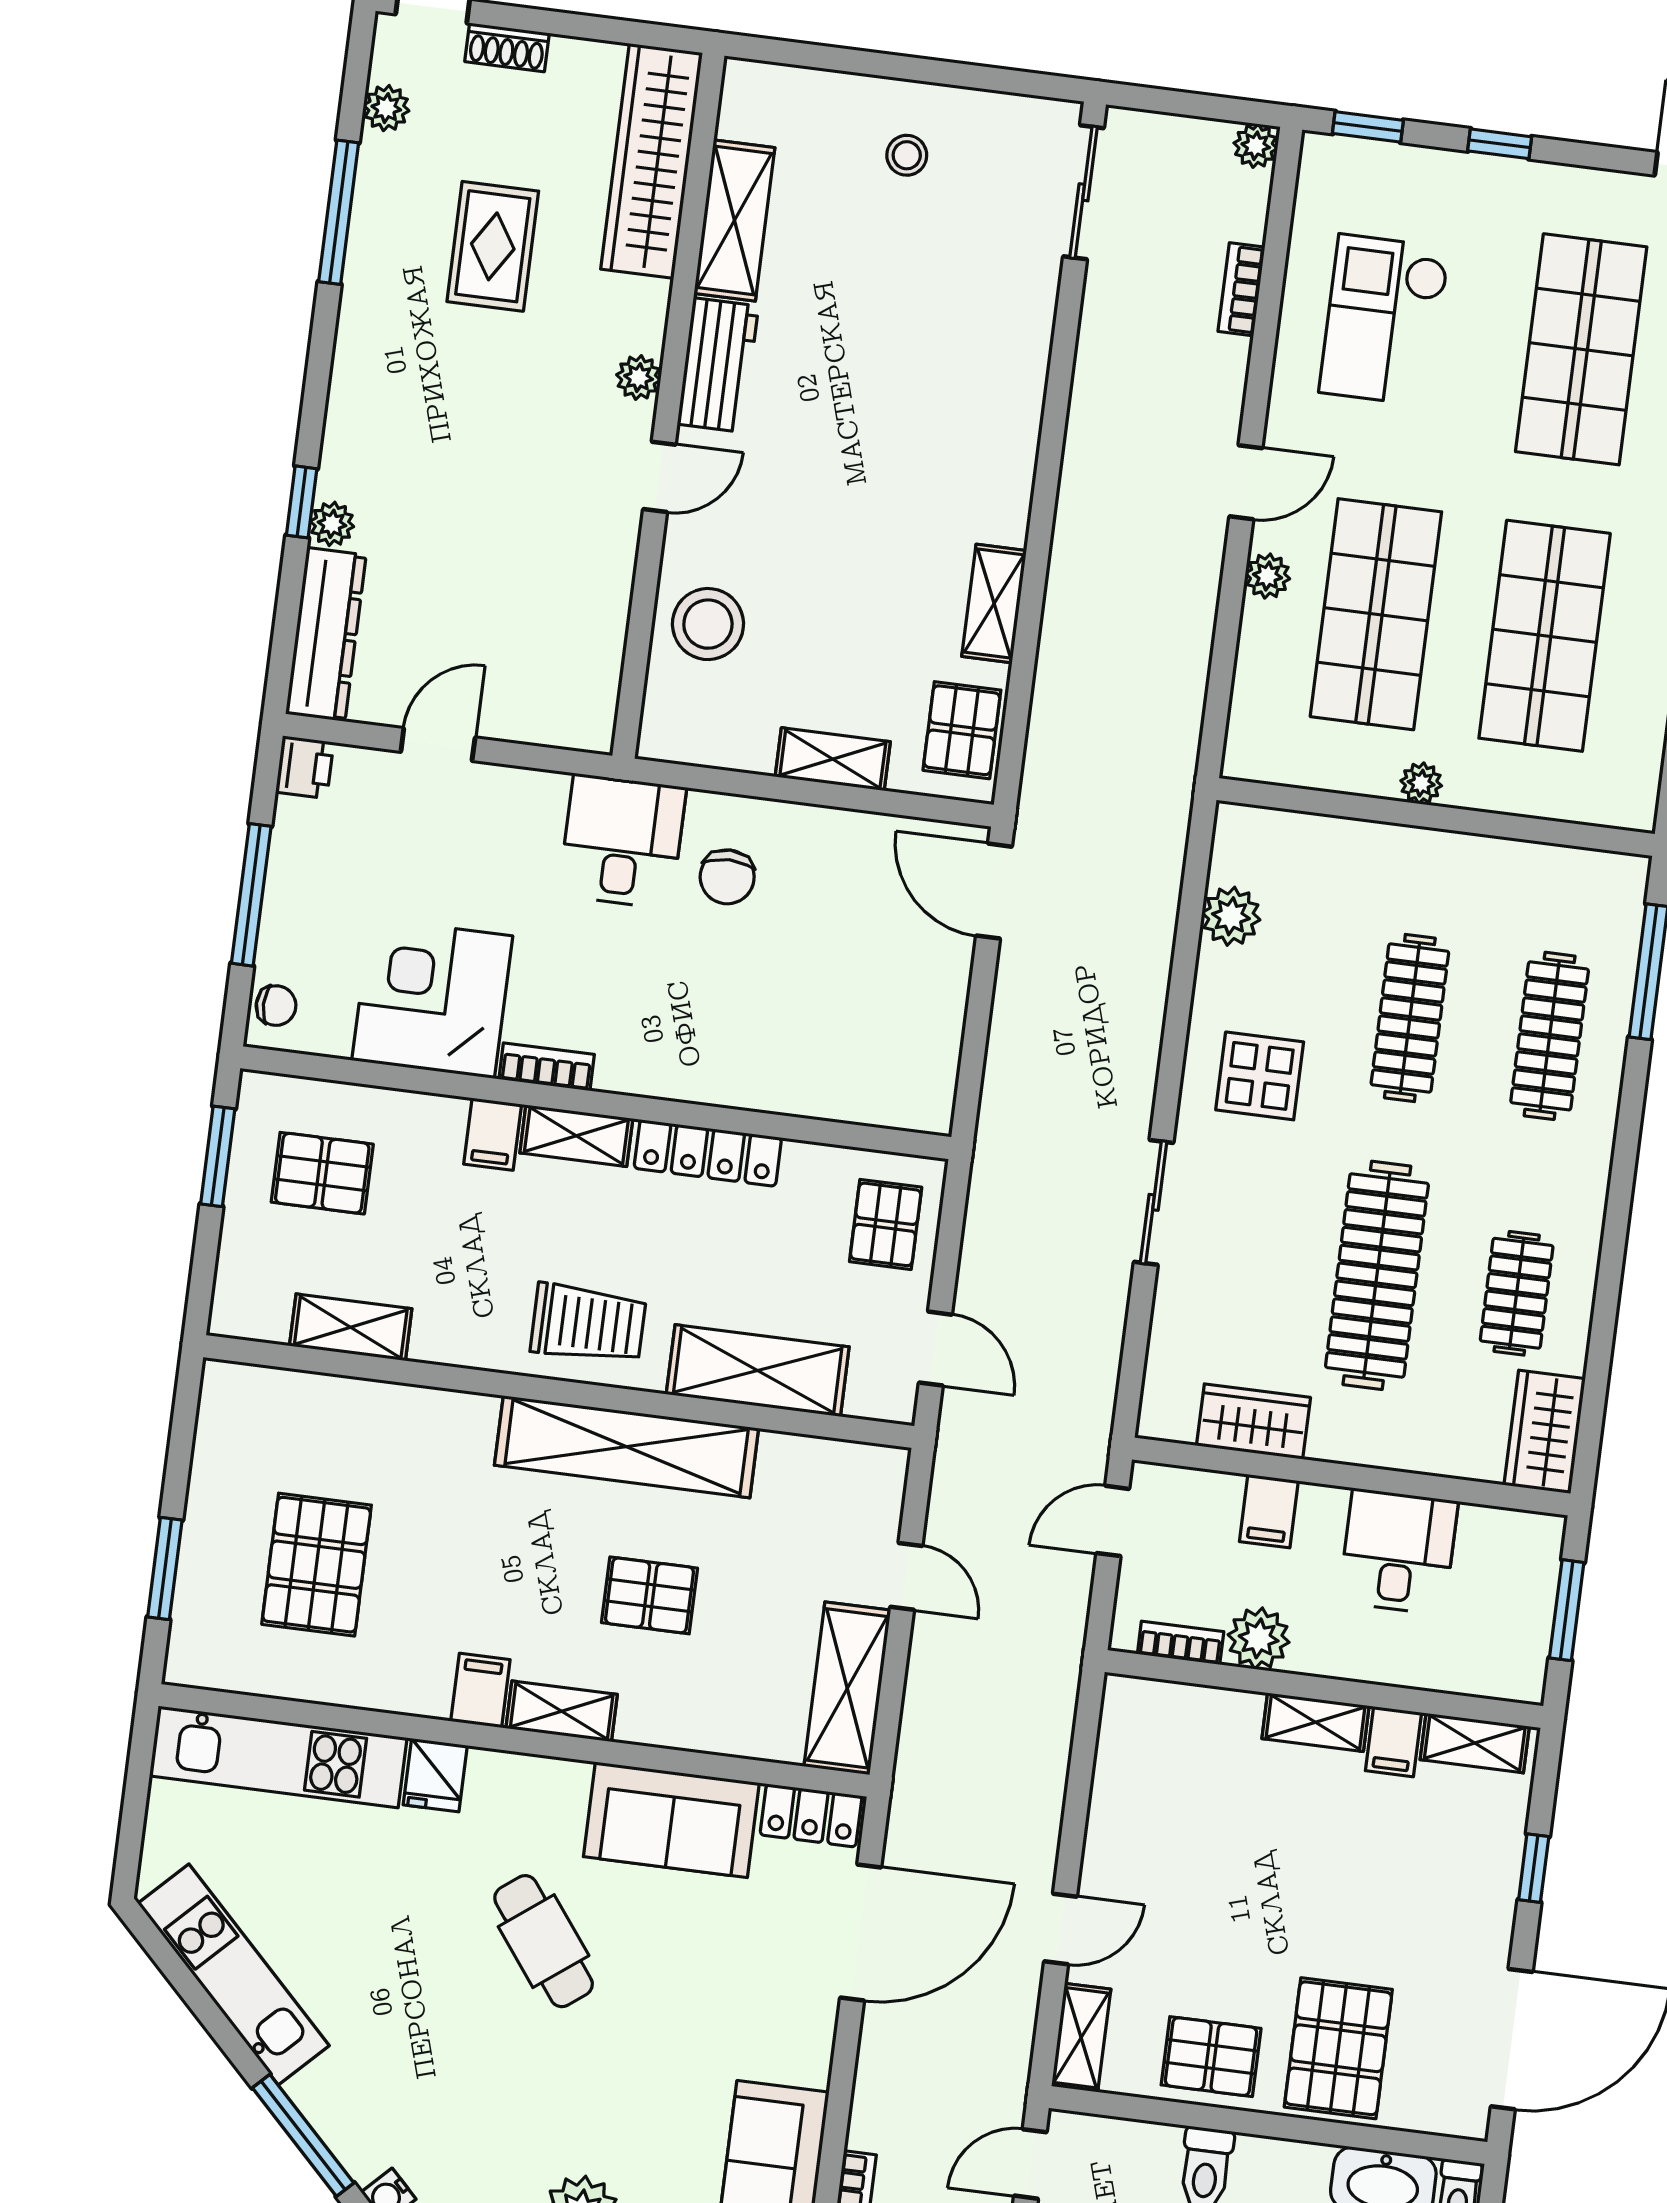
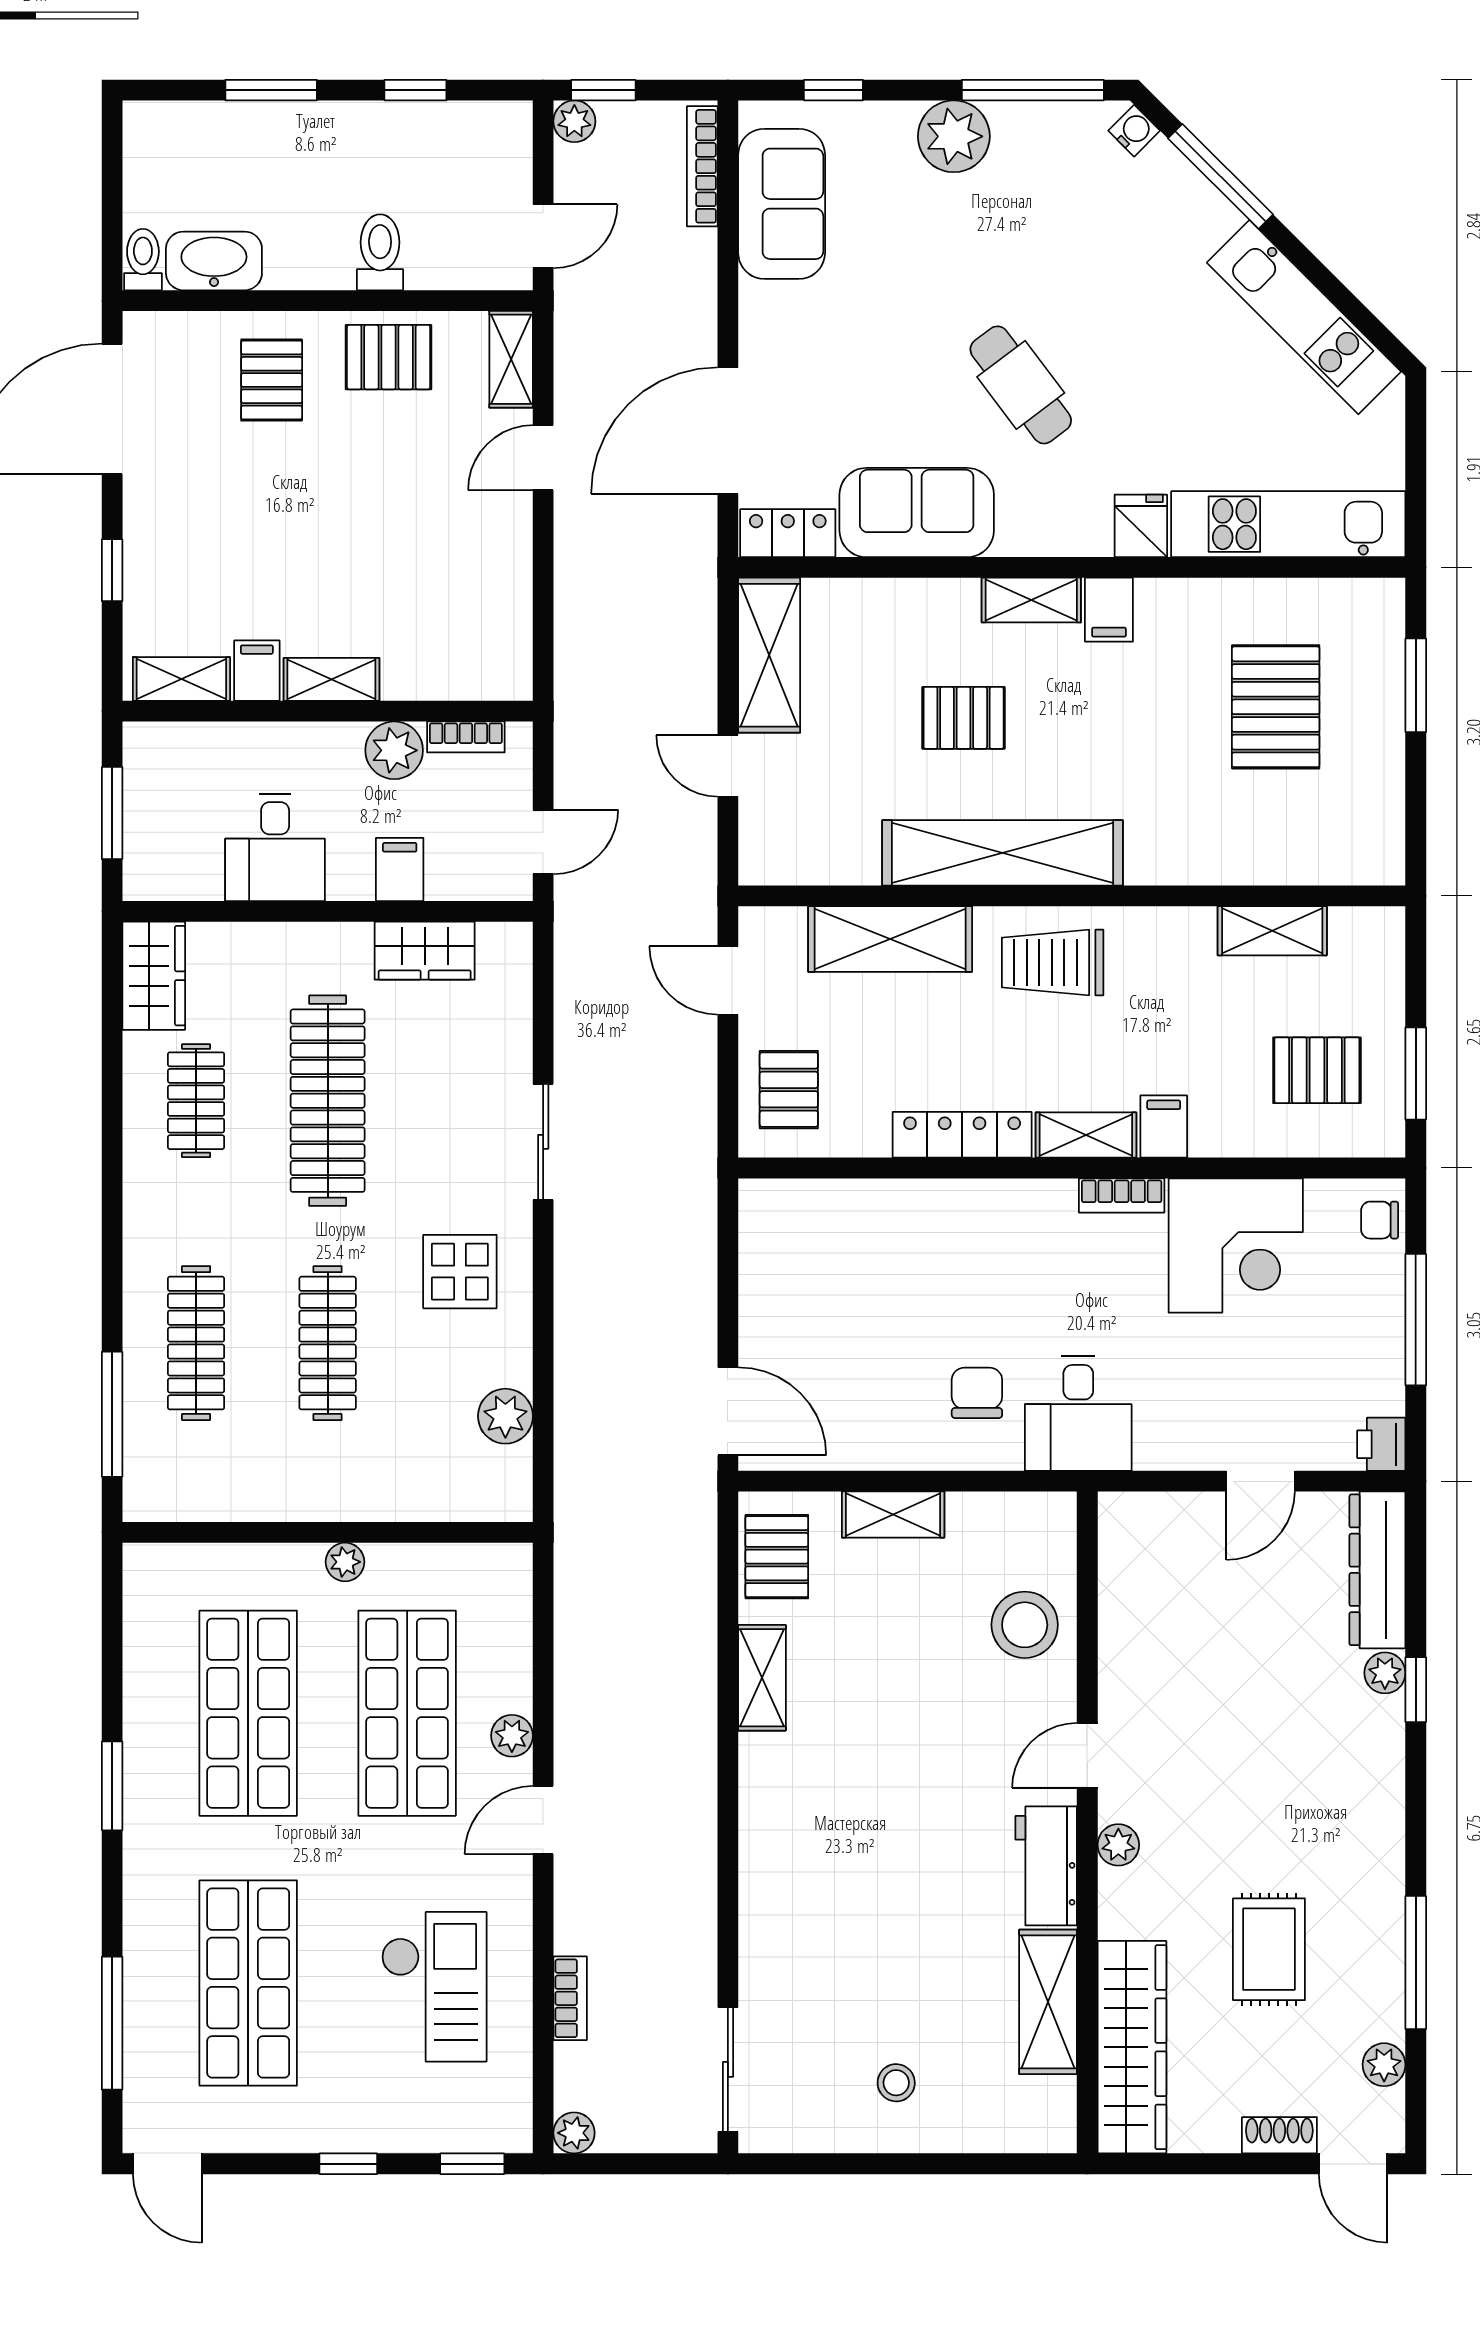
pallet: (1338, 2048) -> (272, 380), width x0.67, depth x0.71

